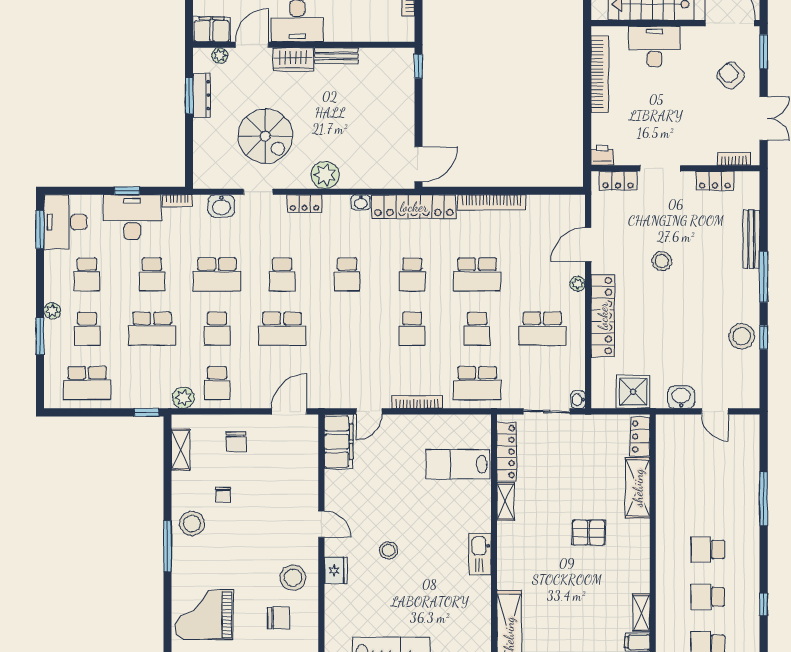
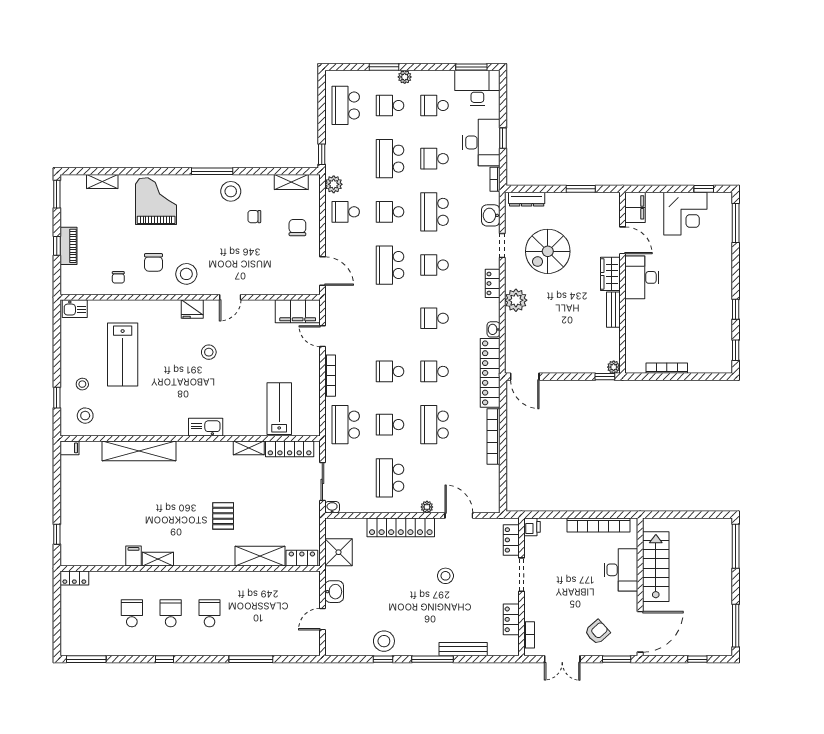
plant: (220, 55) -> (614, 367), moved
dresser: (202, 95) -> (527, 199), moved
chair: (236, 442) -> (297, 228), turned 90

